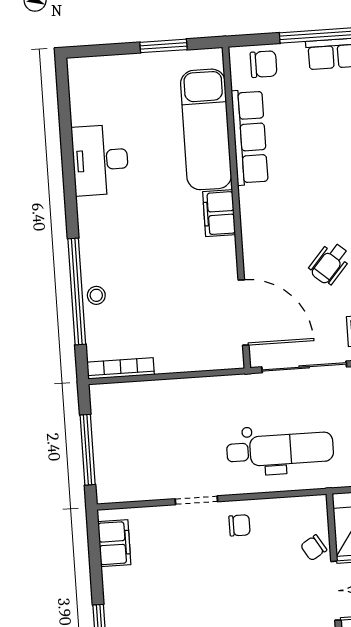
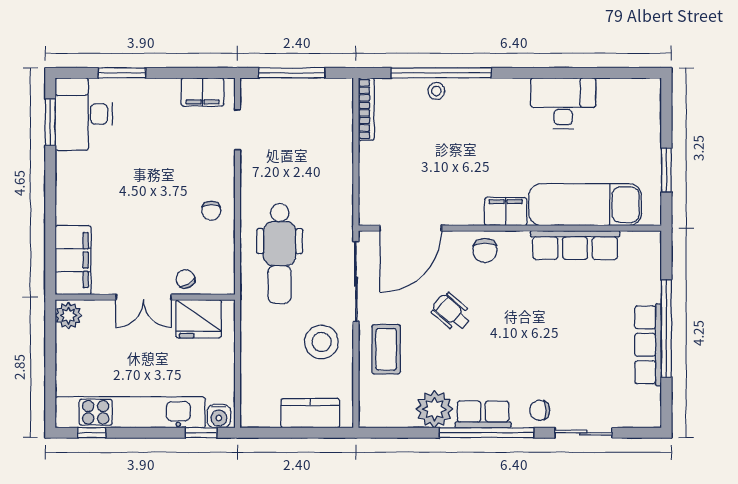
chair: (264, 64) -> (485, 251), moved
doorway: (196, 500) -> (238, 130), moved

